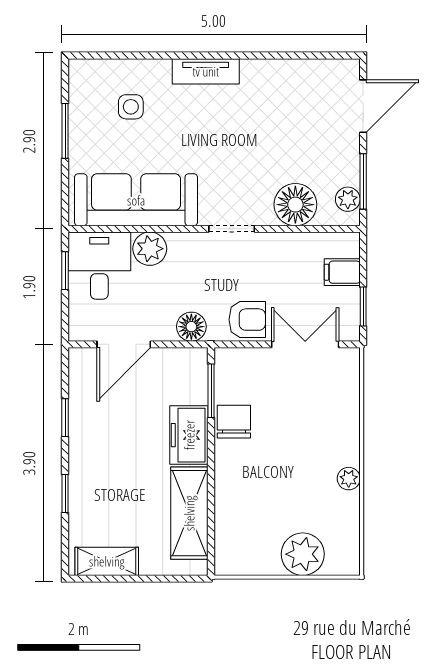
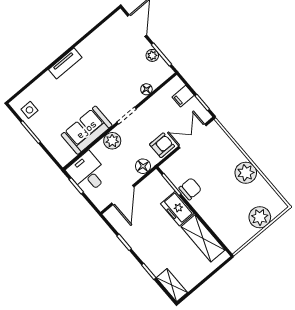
side table: (131, 107) -> (29, 110), moved
plant: (348, 199) -> (152, 55), moved
sofa: (136, 200) -> (87, 130), width x0.73
floor lamp: (295, 205) -> (146, 89), width x0.53, depth x0.53
plant: (150, 249) -> (112, 141), moved
chair: (234, 422) -> (190, 189), turned 90
plant: (349, 479) -> (246, 173), width x1.87, depth x1.87
shelving: (107, 561) -> (172, 285), moved, turned 90

